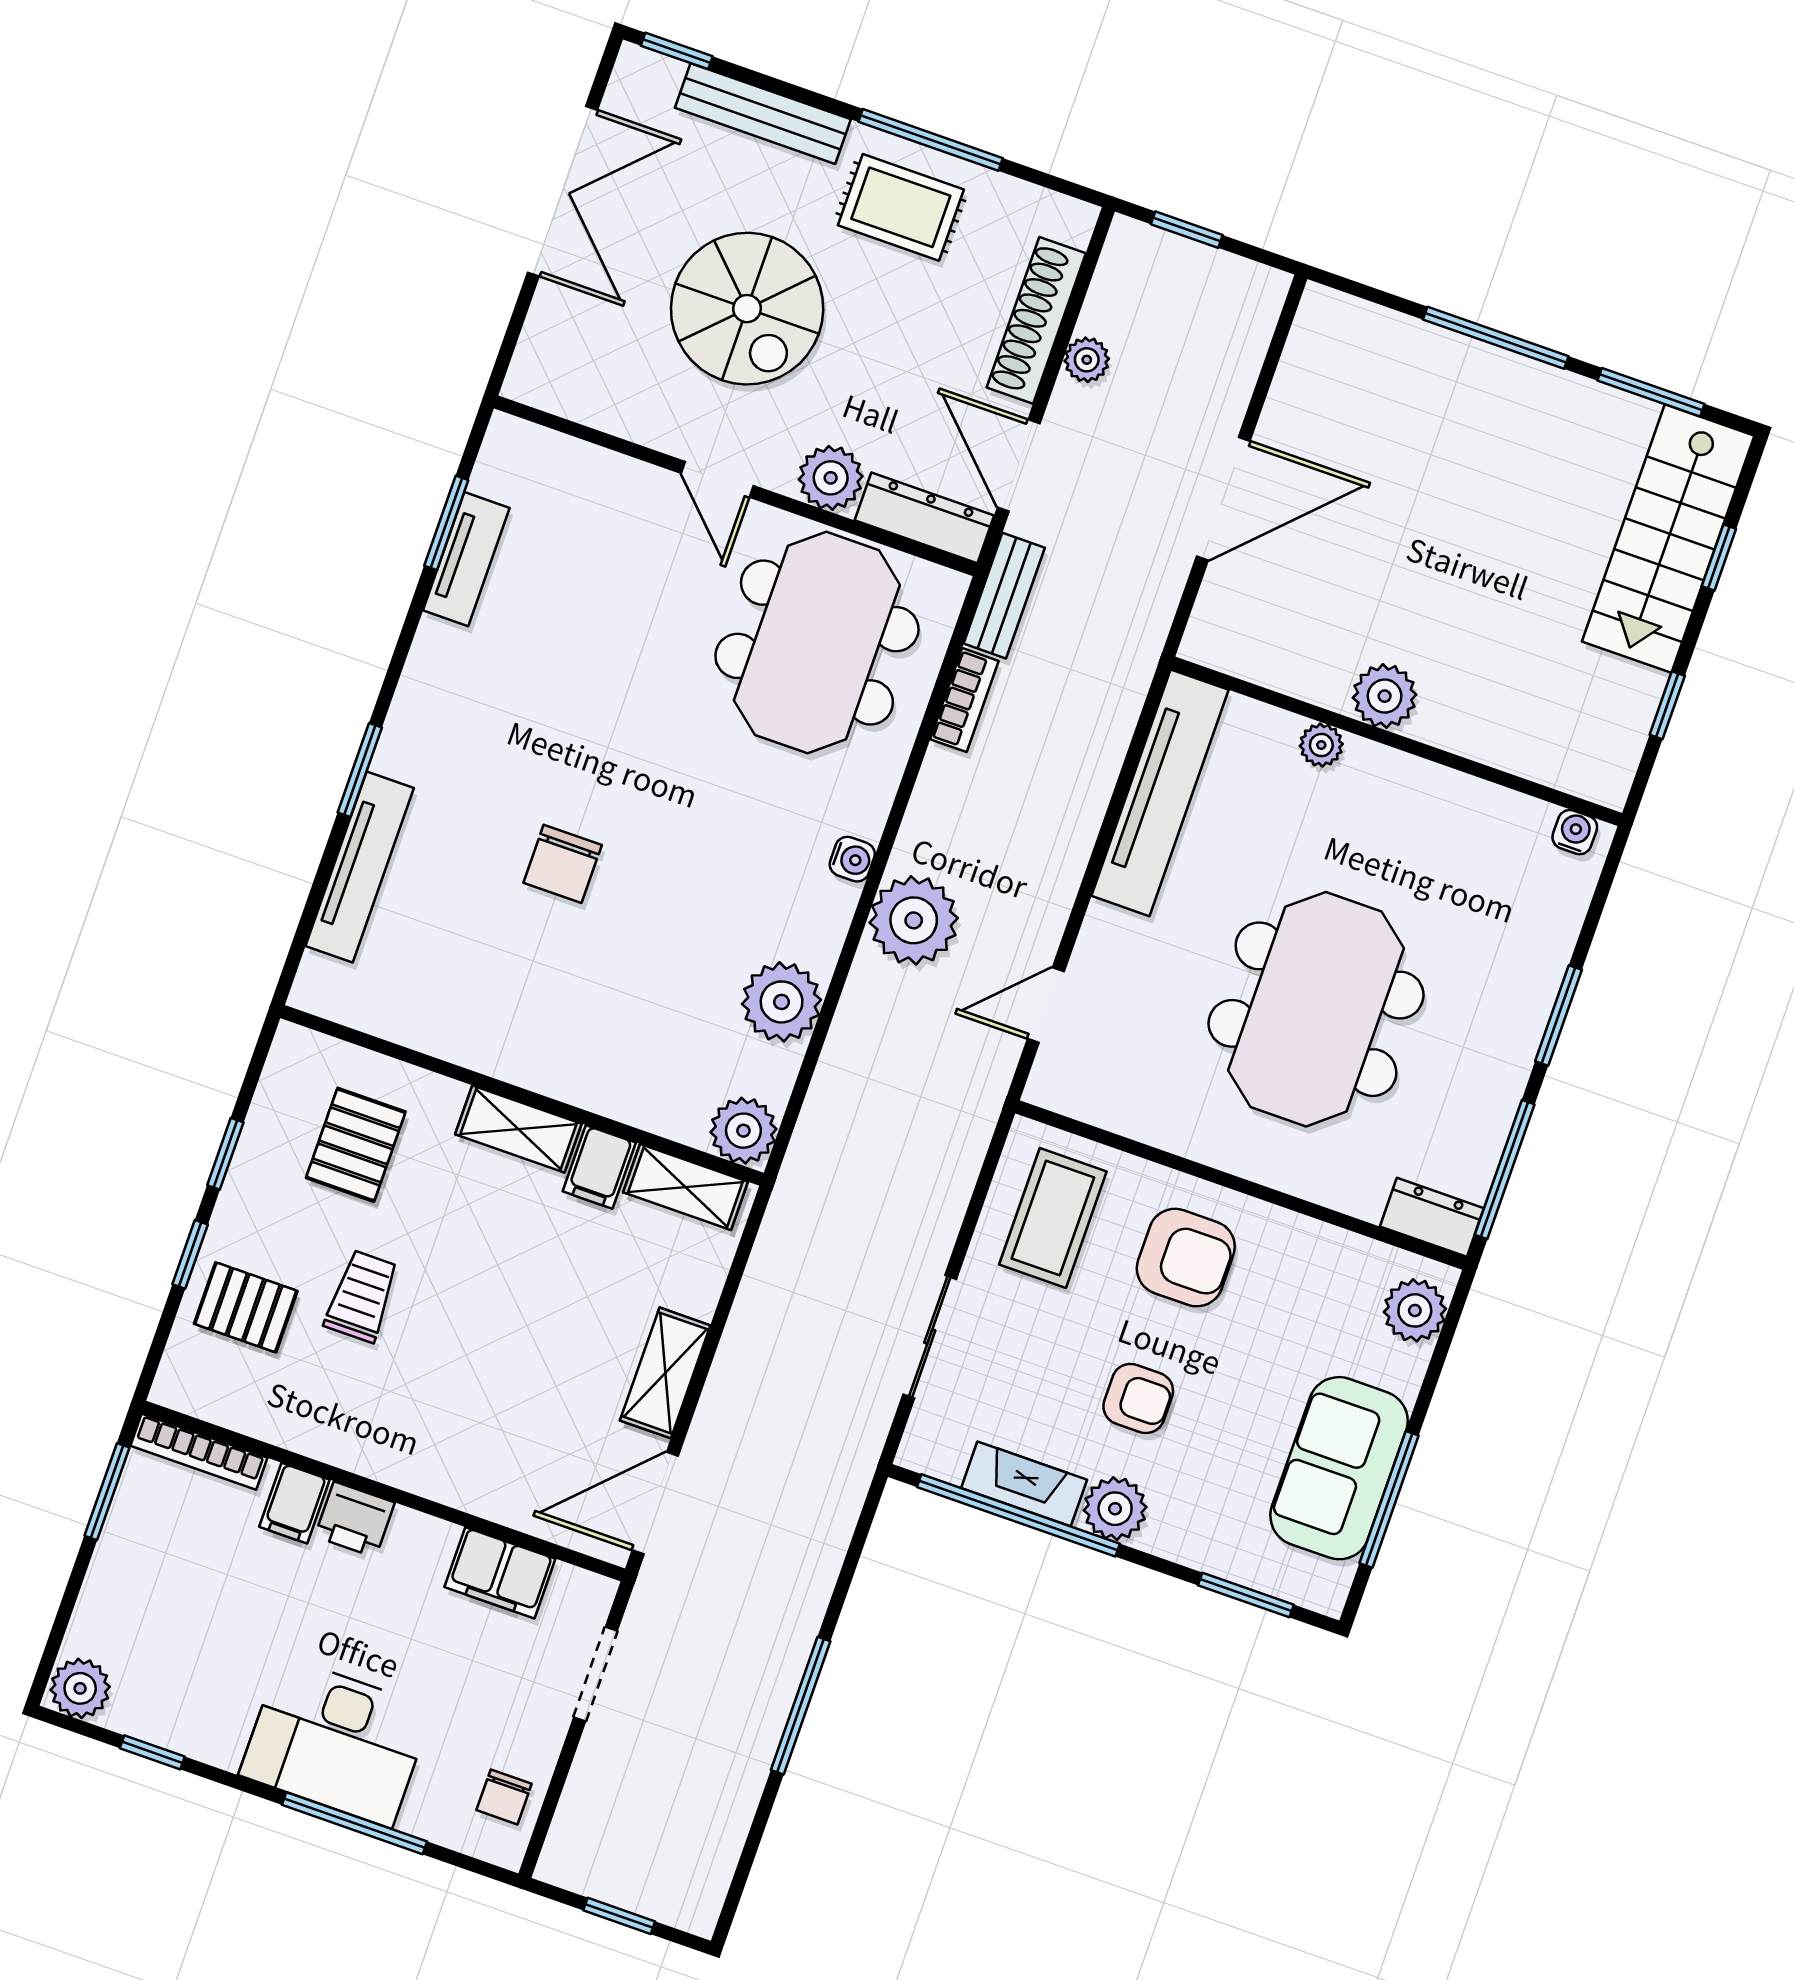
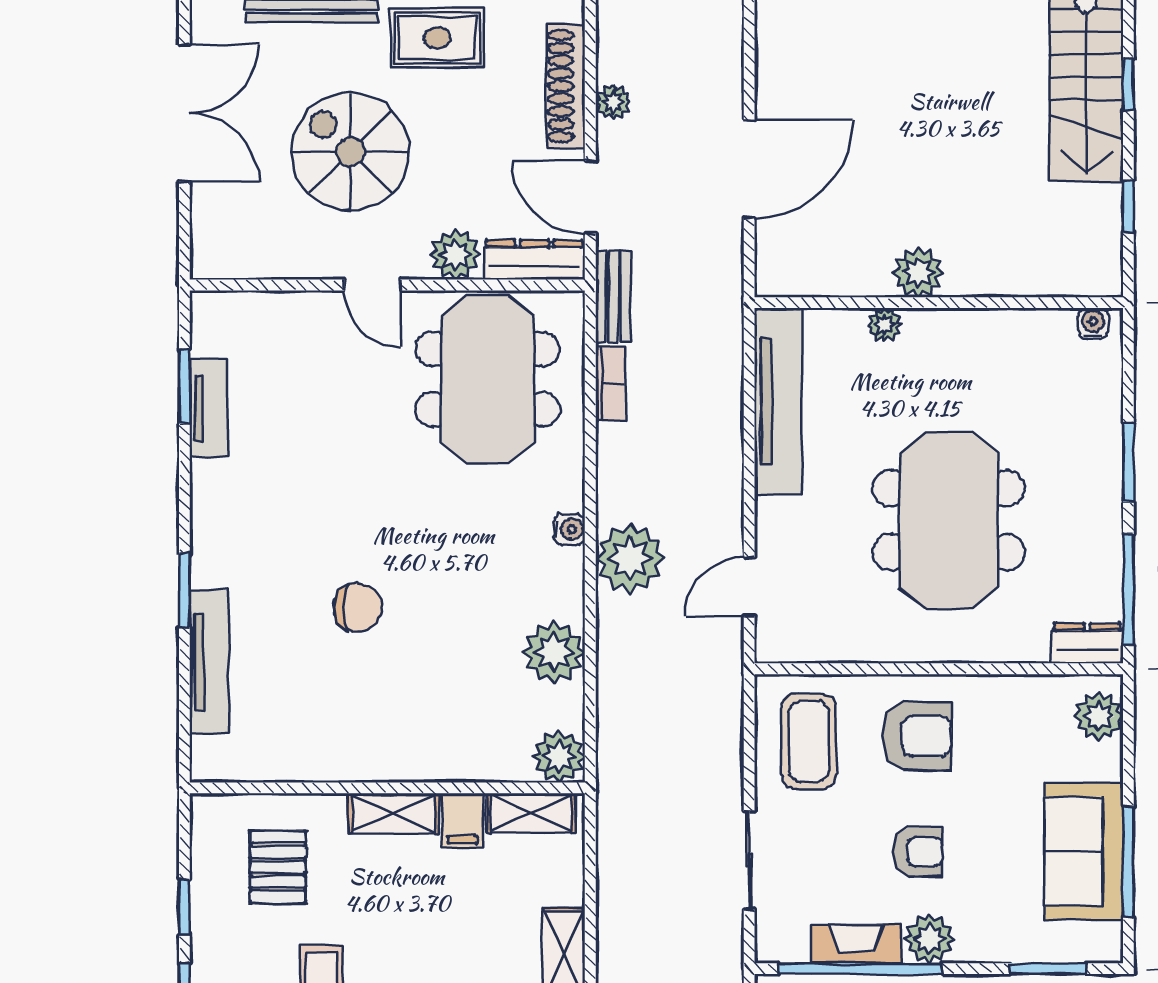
spiral stairs: (747, 309) -> (350, 152), turned 180
chair: (563, 864) -> (358, 607), turned -89

